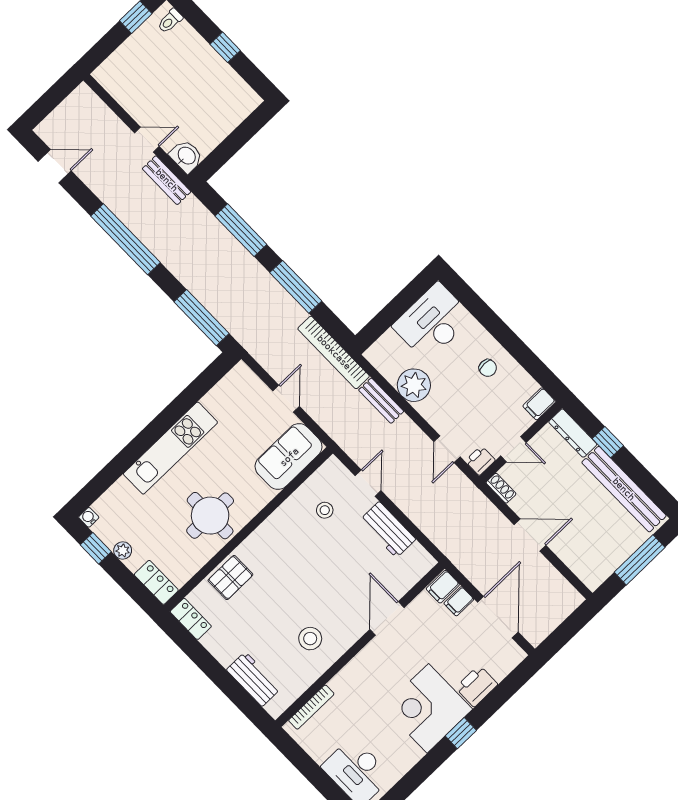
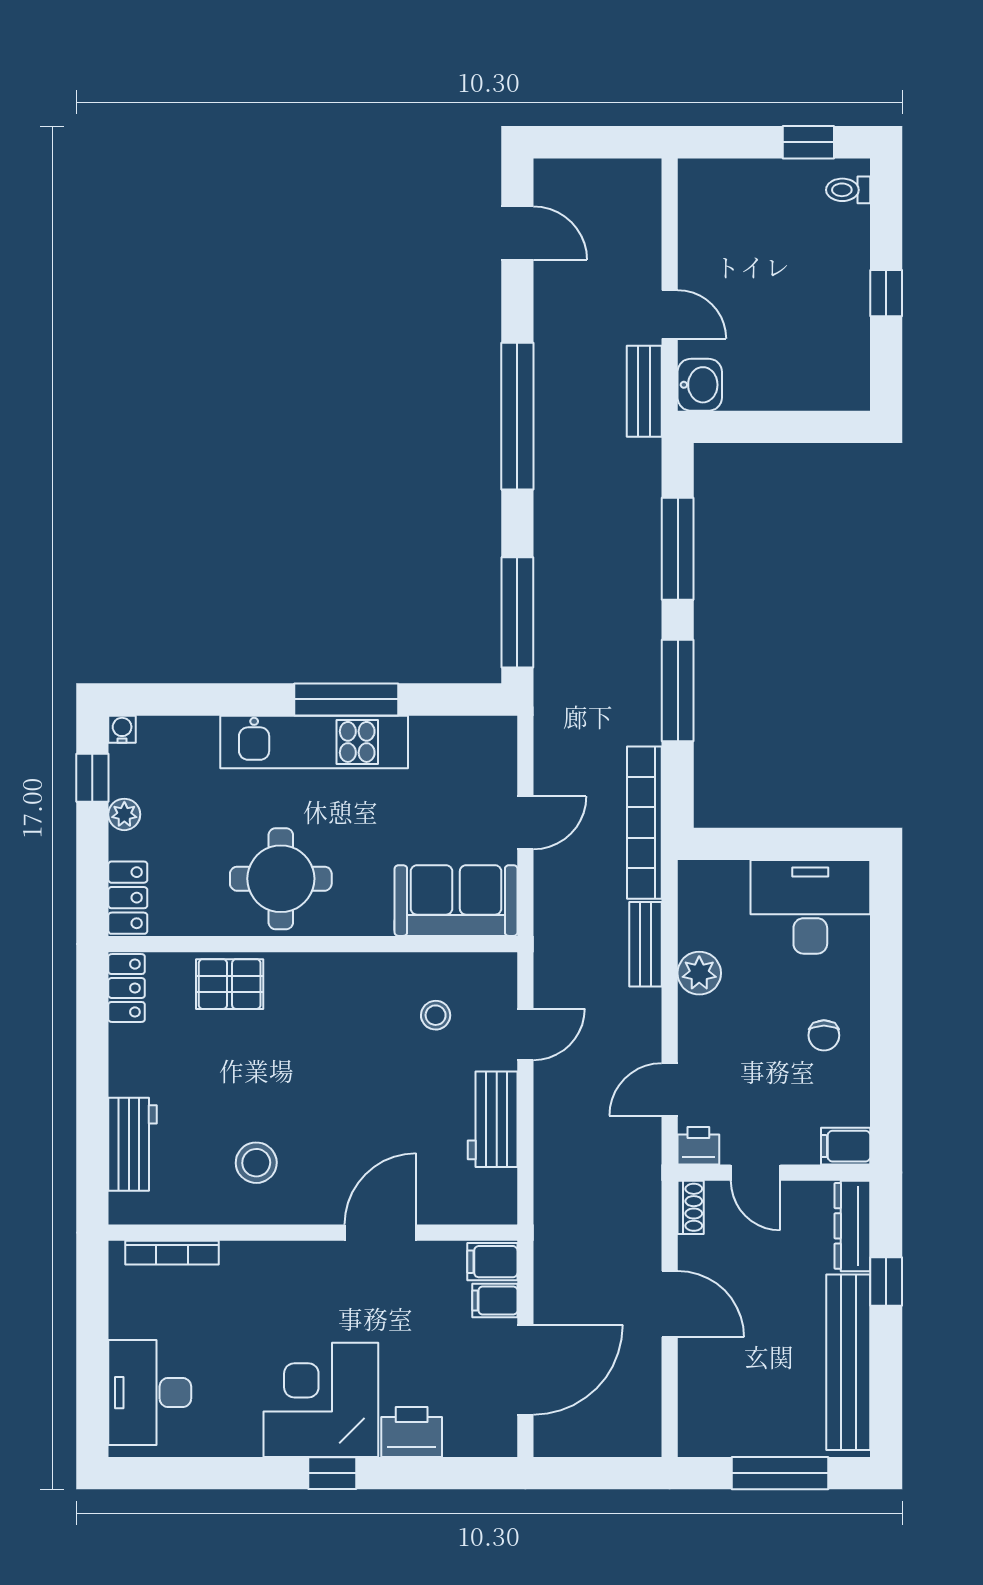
plant: (414, 385) -> (699, 973), width x0.73, depth x0.73
window: (167, 419) -> (346, 699), added

